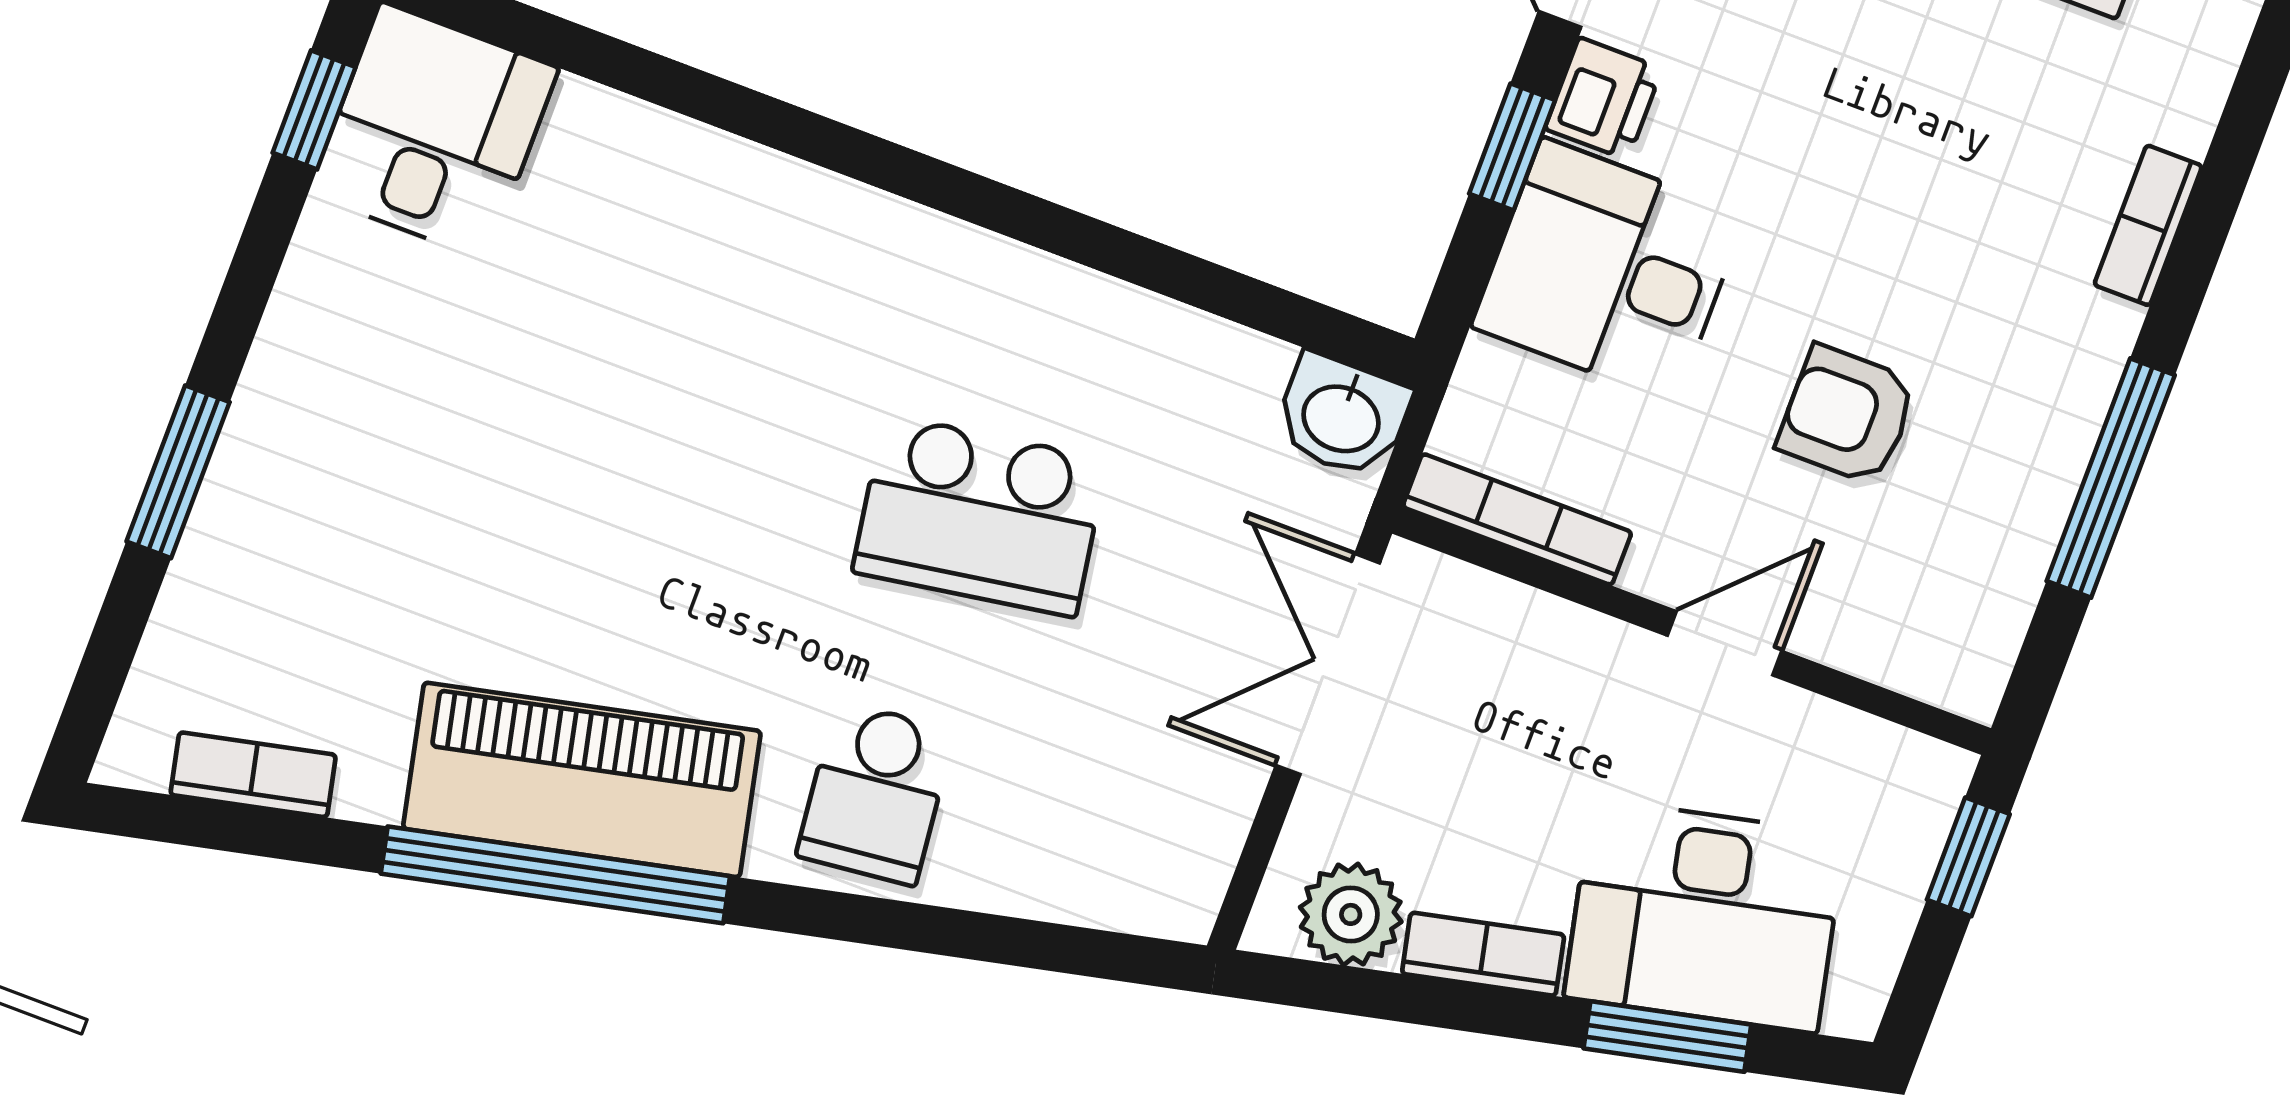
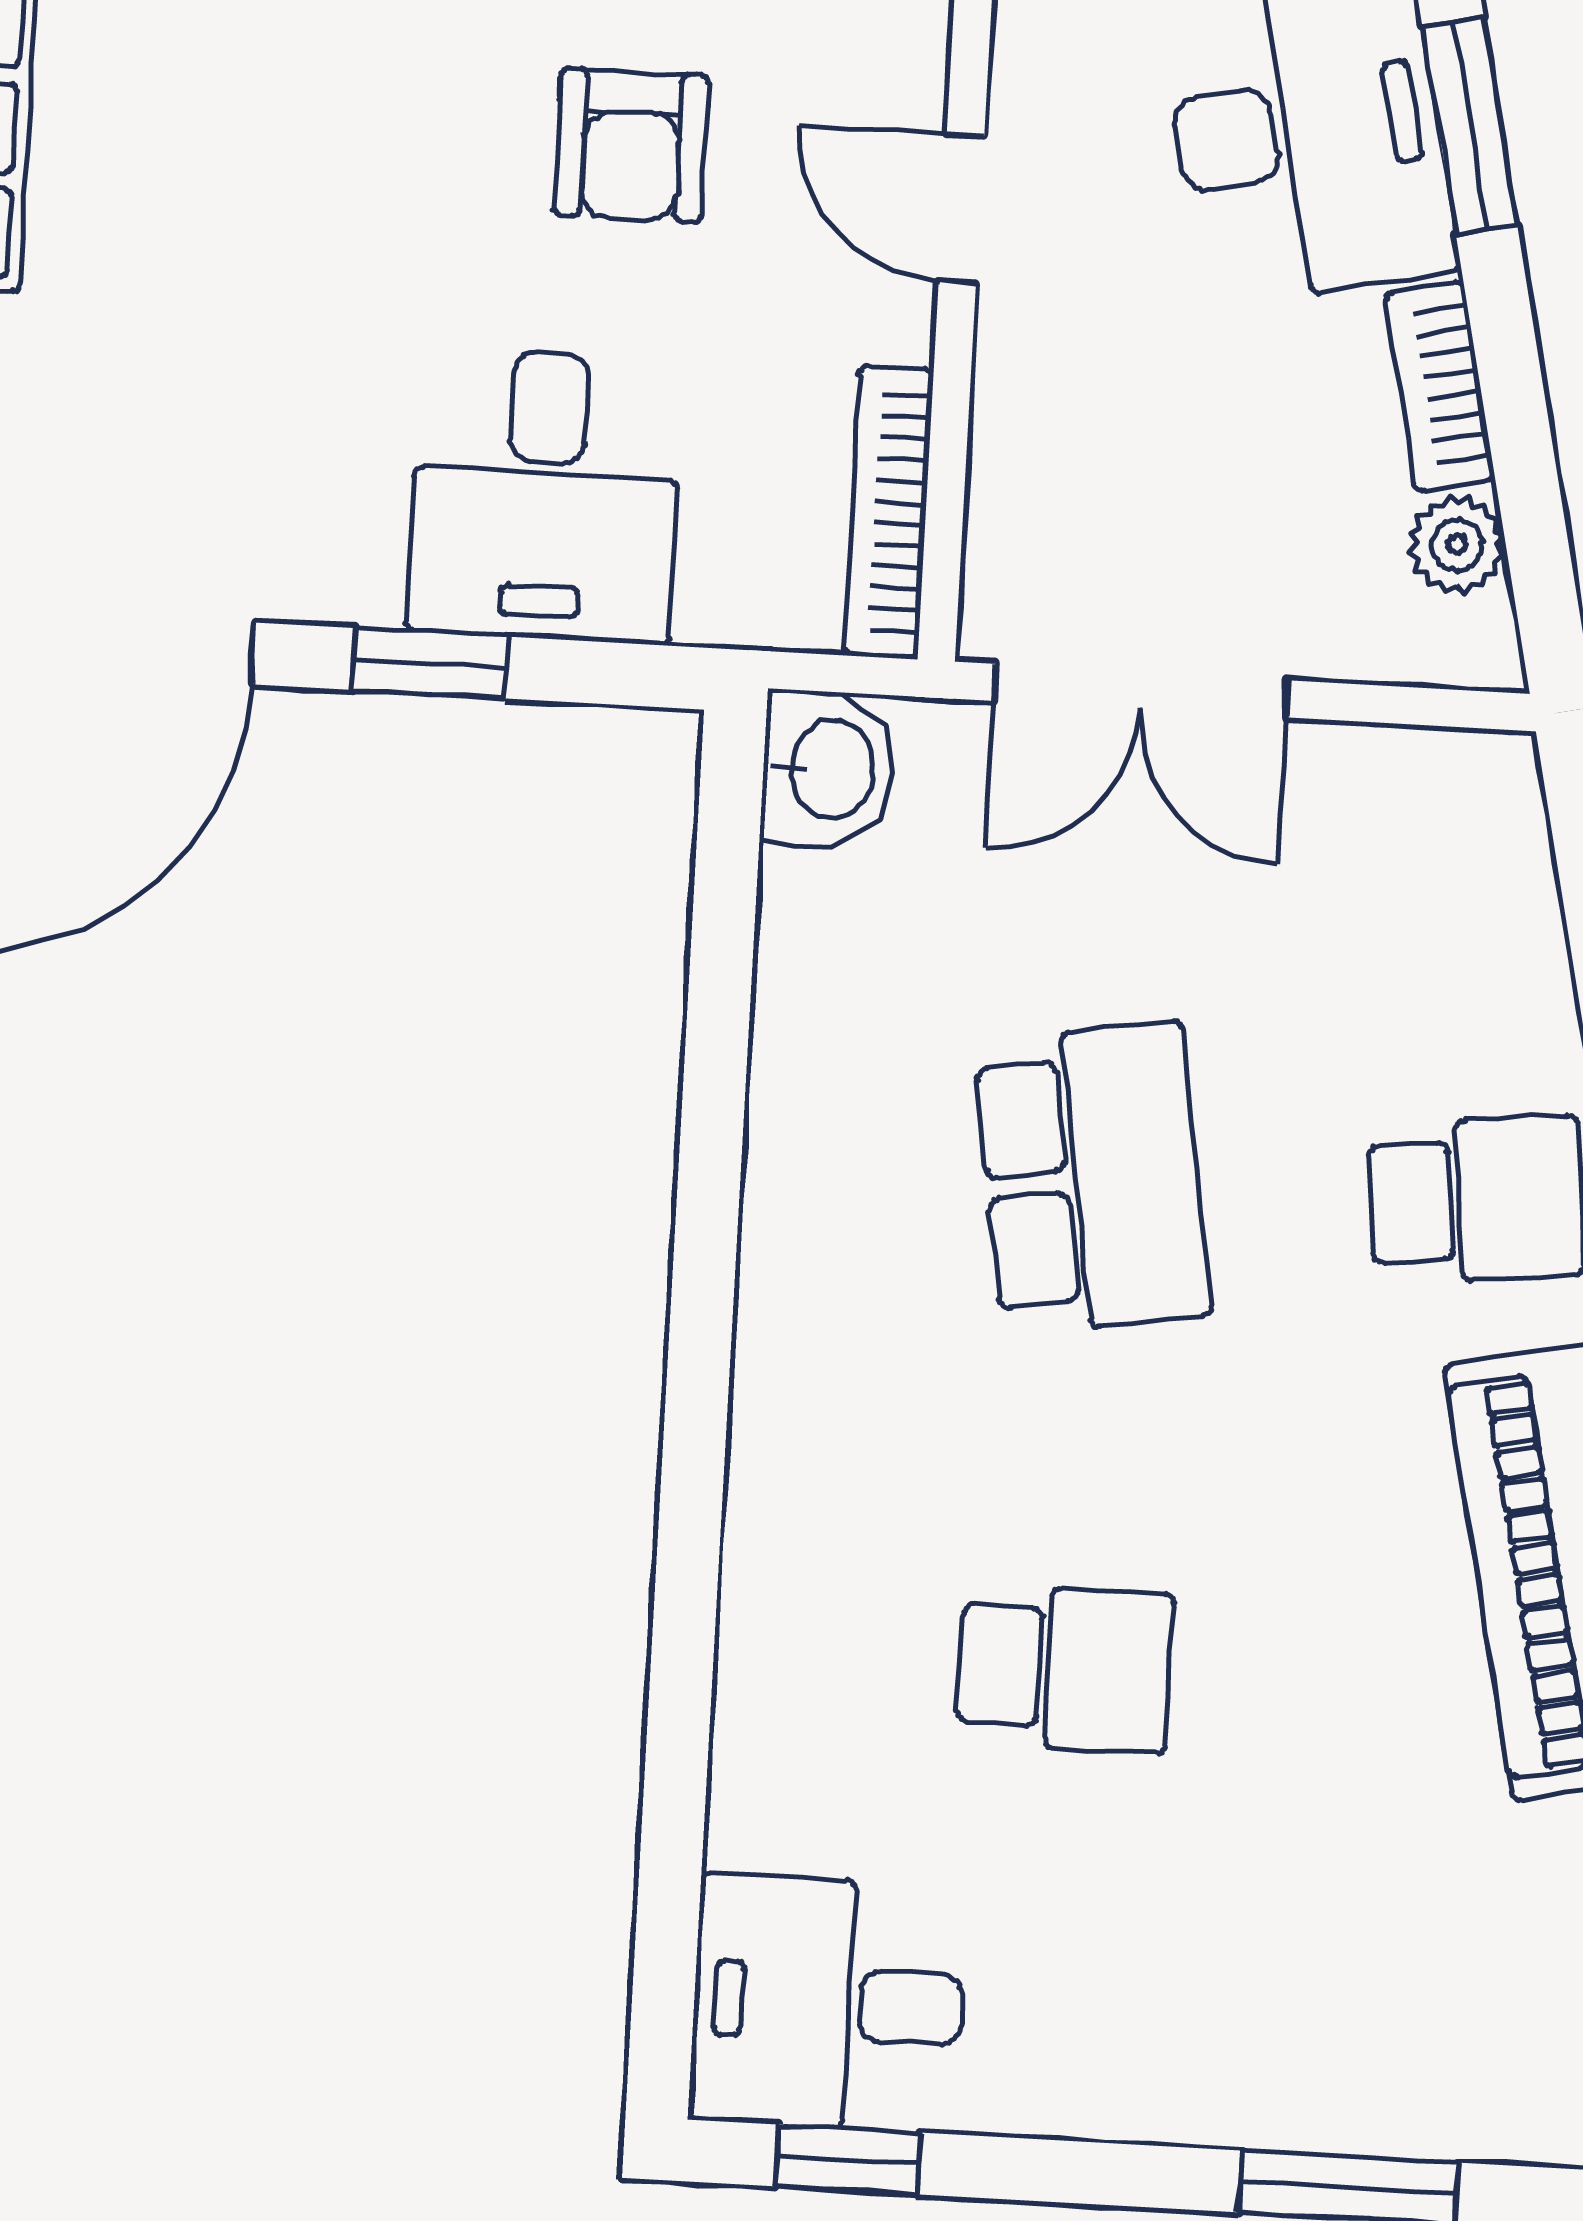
printer: (1604, 99) -> (335, 569), removed
school desk: (625, 382) -> (1065, 1669), added
plant: (1351, 914) -> (1457, 545), width x0.73, depth x0.73

